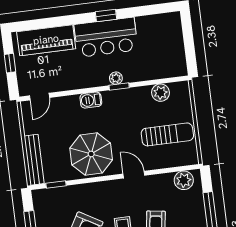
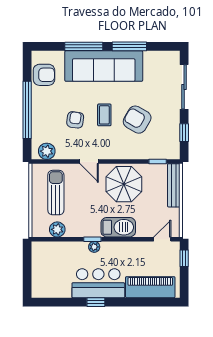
window: (10, 63) -> (184, 258), moved
barbecue: (91, 100) -> (118, 227), width x1.88, depth x1.53
sun lounger: (167, 134) -> (56, 193), turned 90

